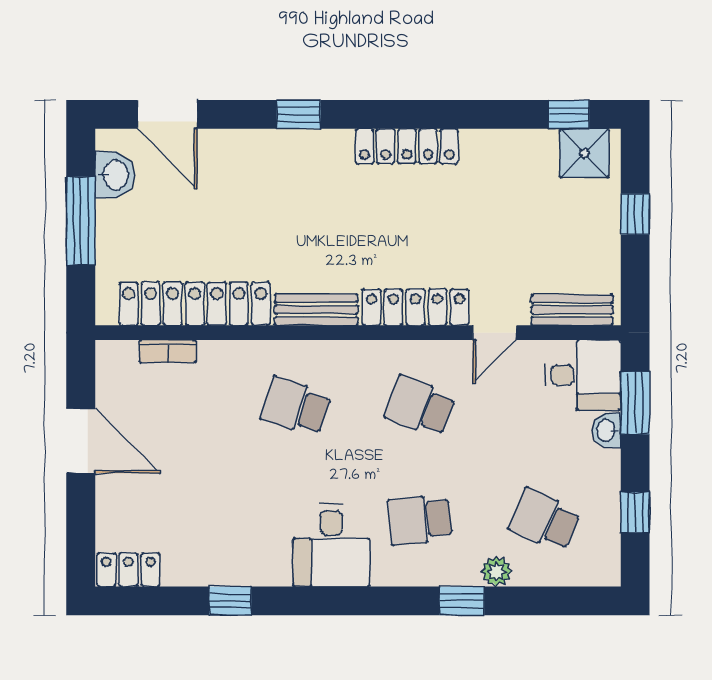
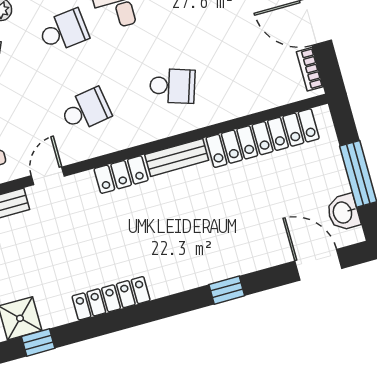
locker: (407, 146) -> (111, 298), moved
locker: (415, 307) -> (121, 175), width x0.66
bookcase: (168, 351) -> (310, 69), moved, turned -90
school desk: (420, 406) -> (86, 110), turned -30

